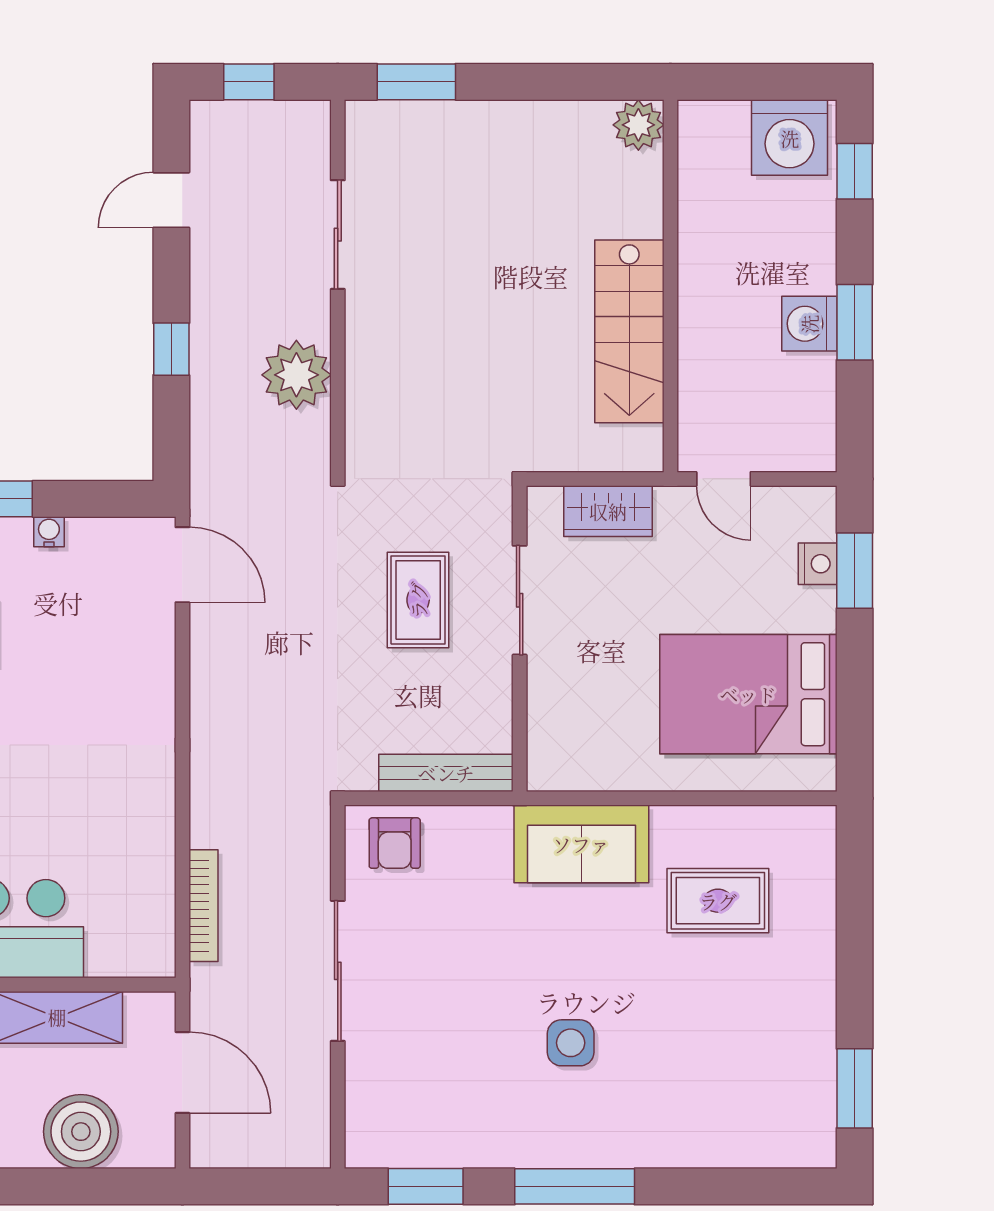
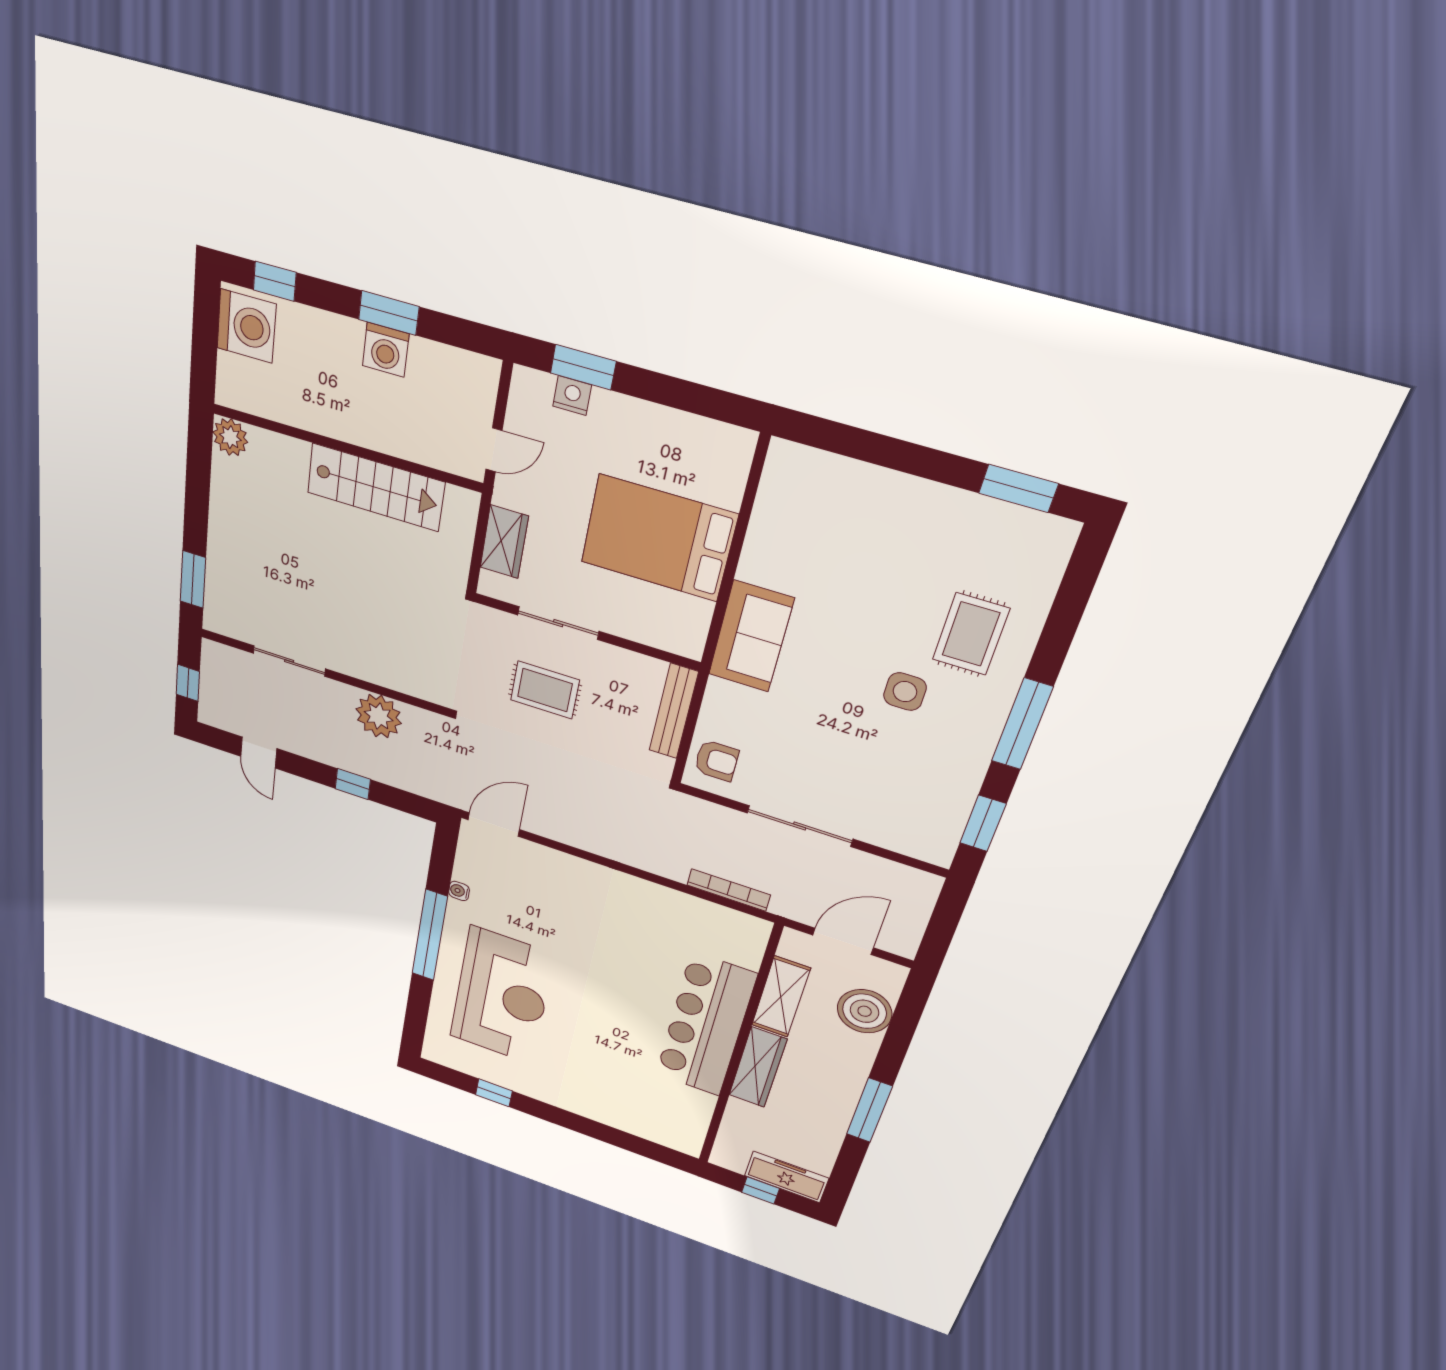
bed: (748, 694) -> (659, 538), moved, turned 90
rug: (718, 901) -> (971, 634), moved

